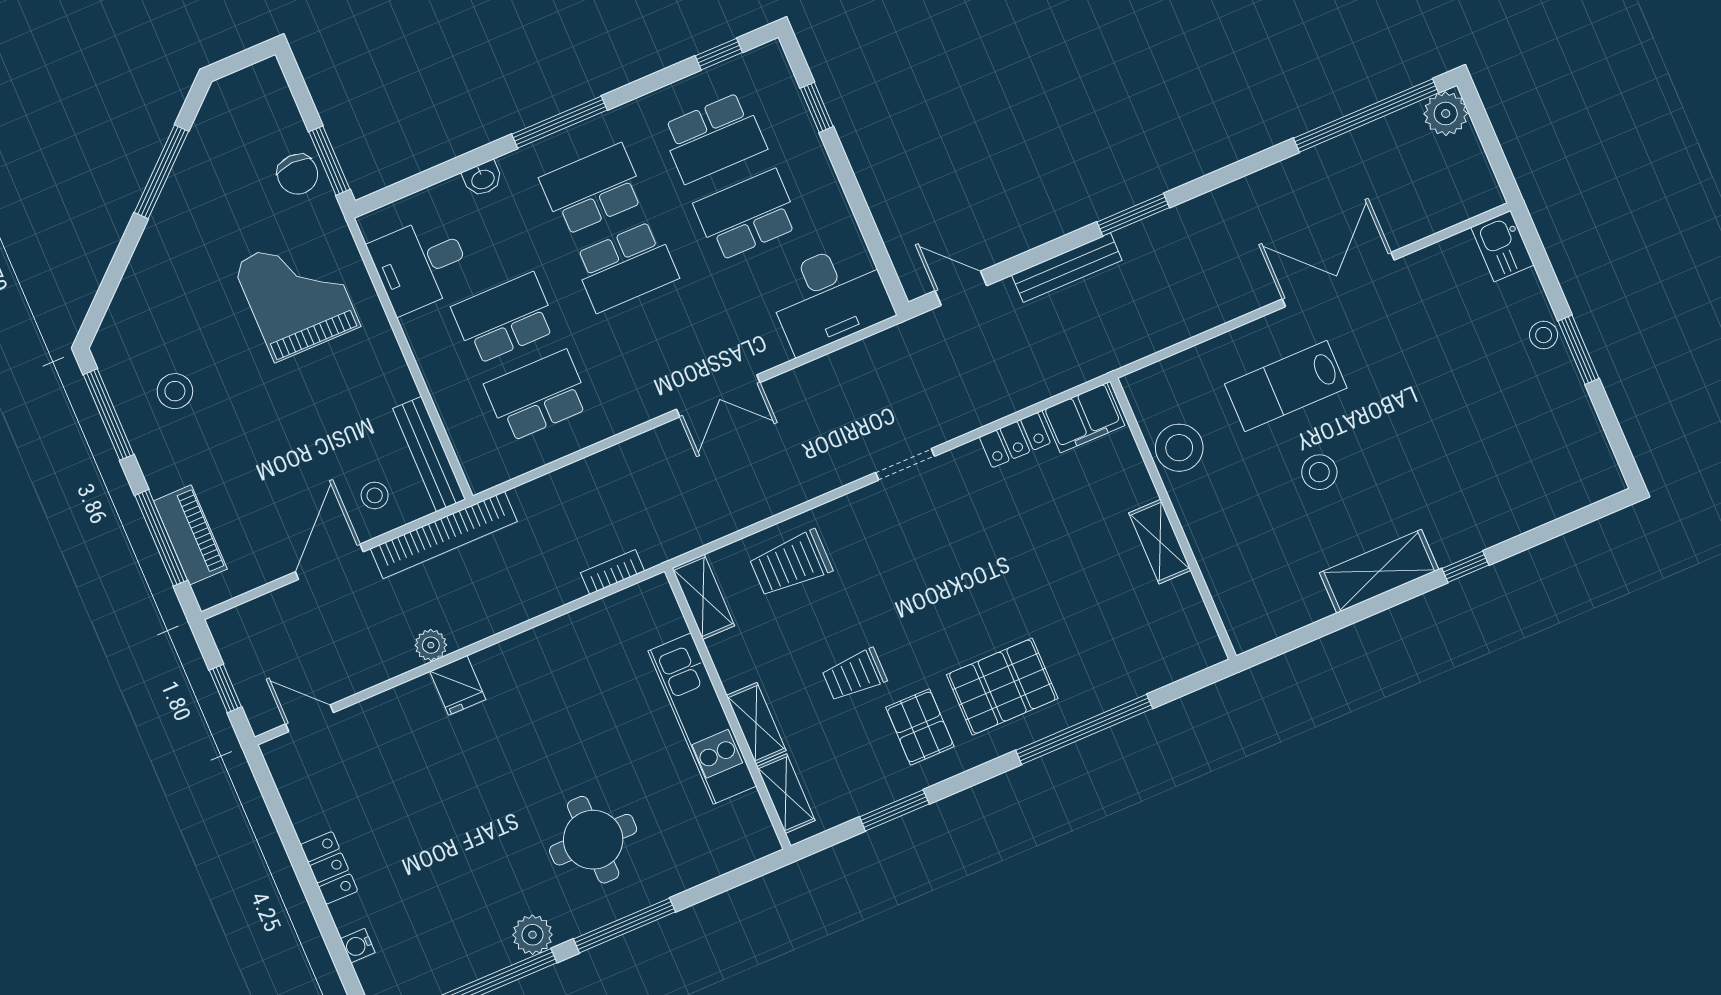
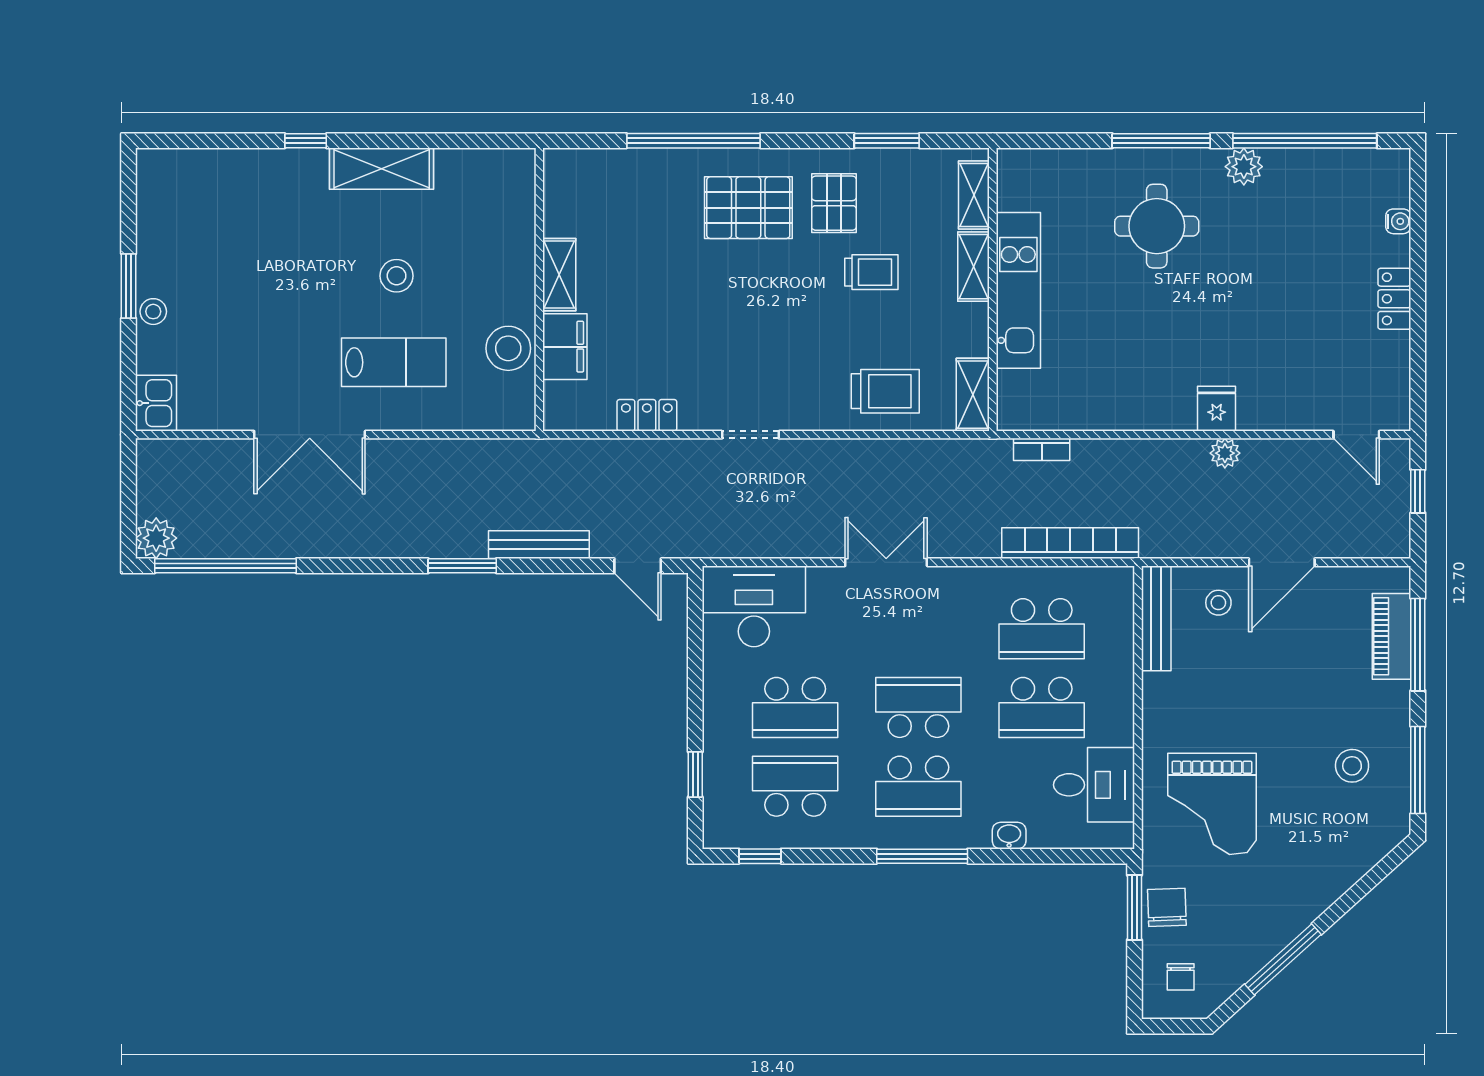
chair: (255, 112) -> (1181, 977), added
filing cabinet: (1083, 418) -> (565, 347), moved, turned 90
bookcase: (444, 535) -> (1070, 543), moved

